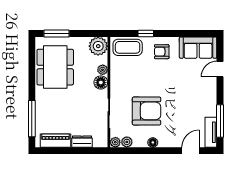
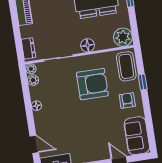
plant: (103, 70) -> (100, 45), removed
armchair: (147, 111) -> (92, 84), moved, turned -90
dresser: (82, 142) -> (28, 48), moved

